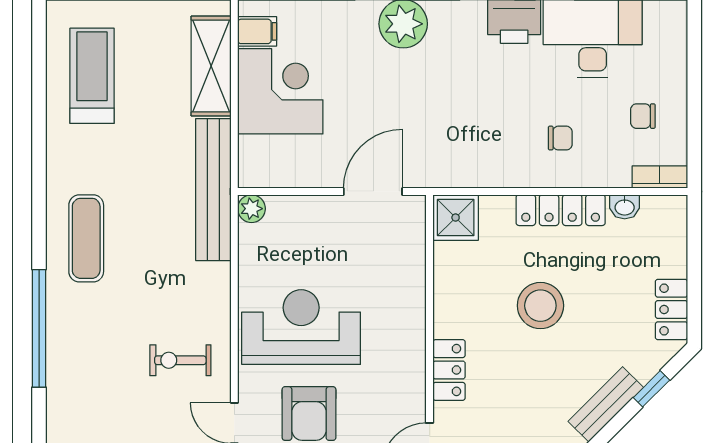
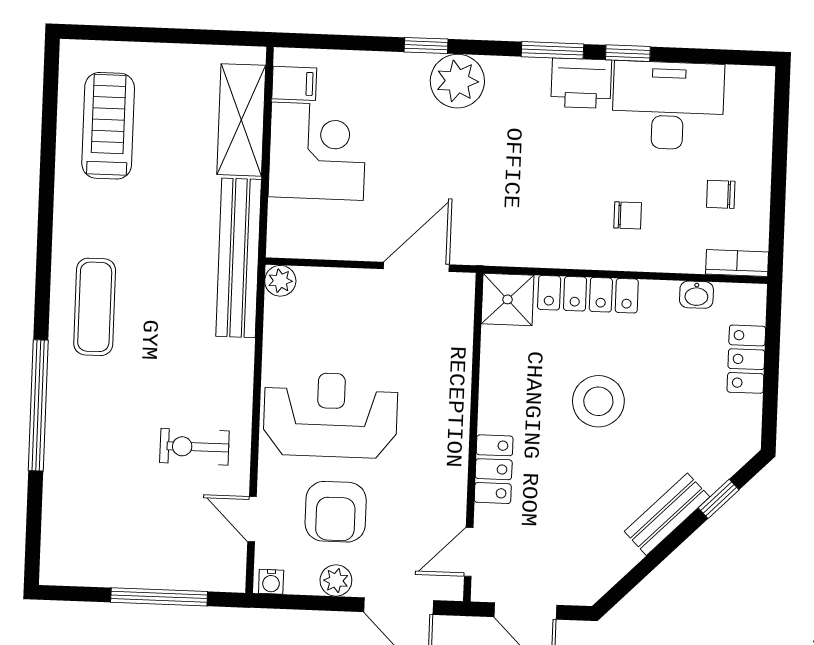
locker: (561, 210) -> (588, 294), moved
locker: (671, 310) -> (746, 359), moved

